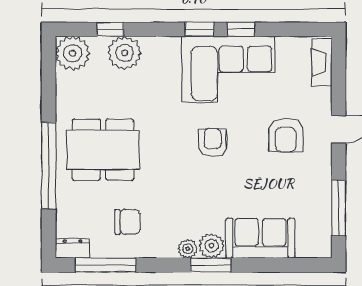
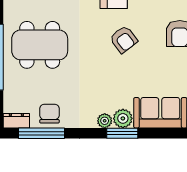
armchair: (212, 143) -> (124, 39), turned 143
chair: (128, 222) -> (49, 114), moved, turned -90

